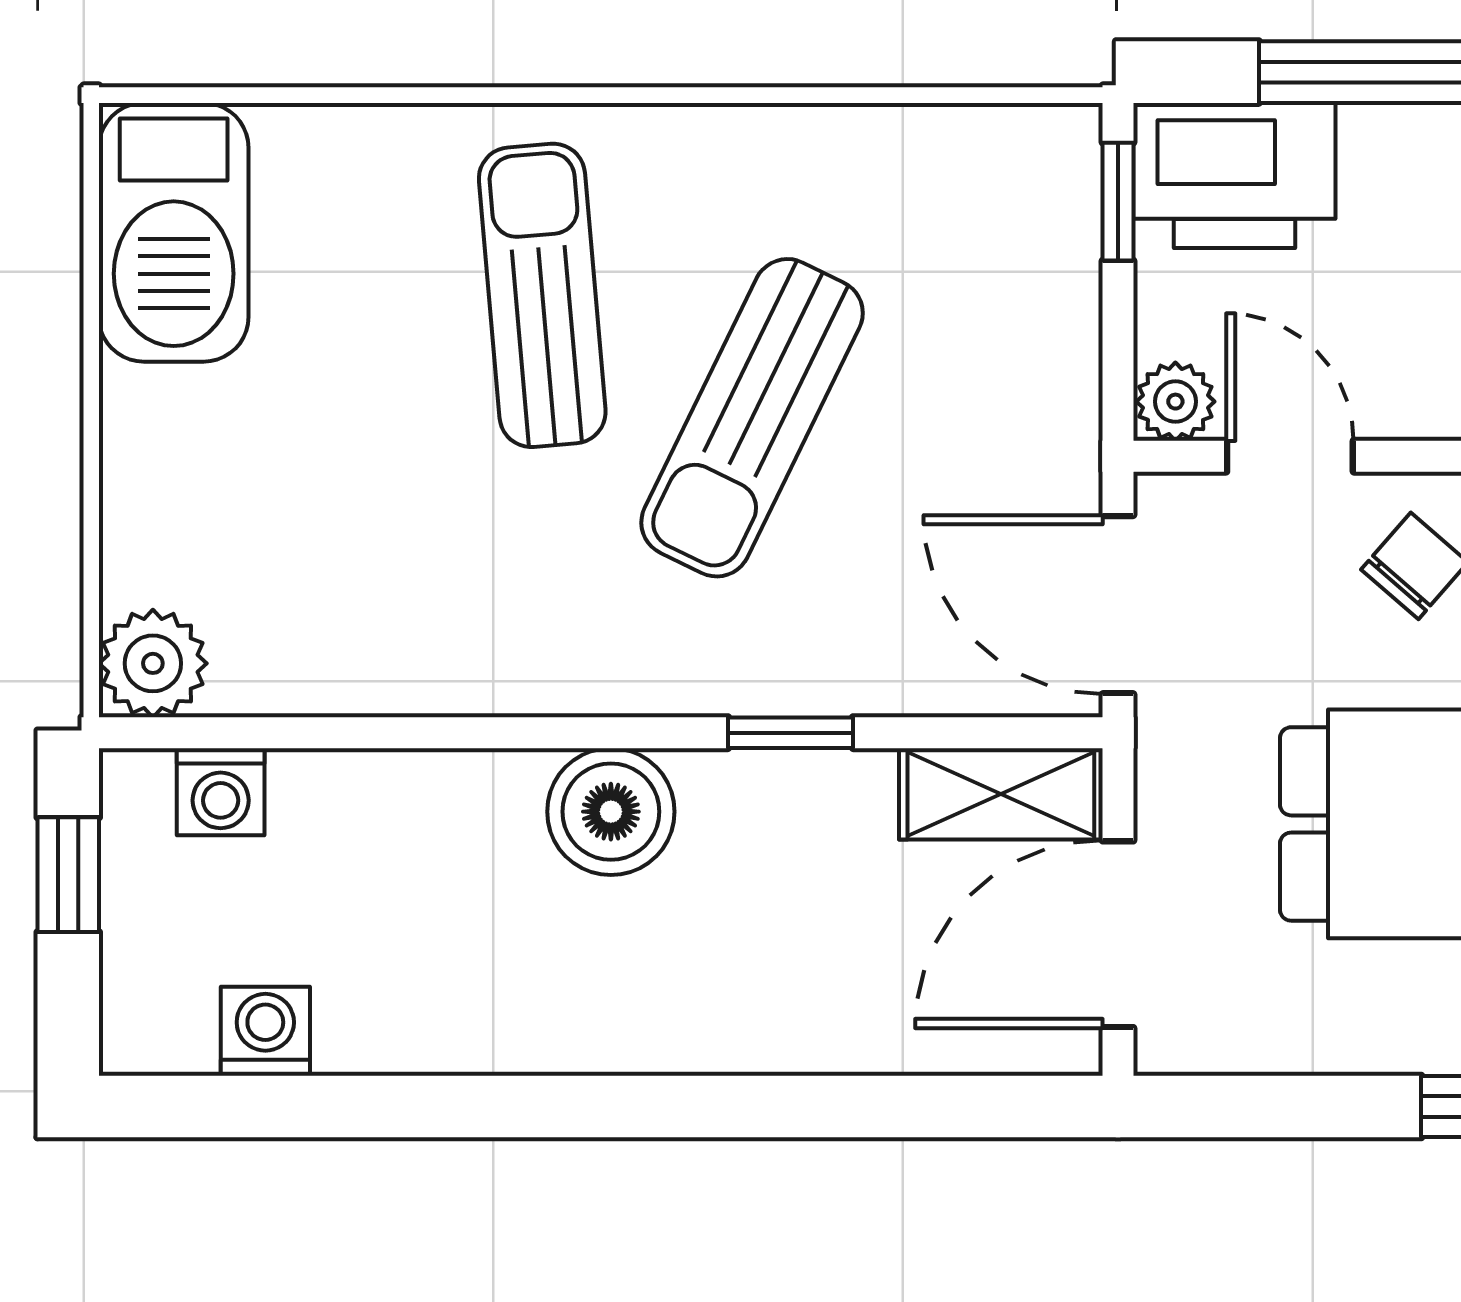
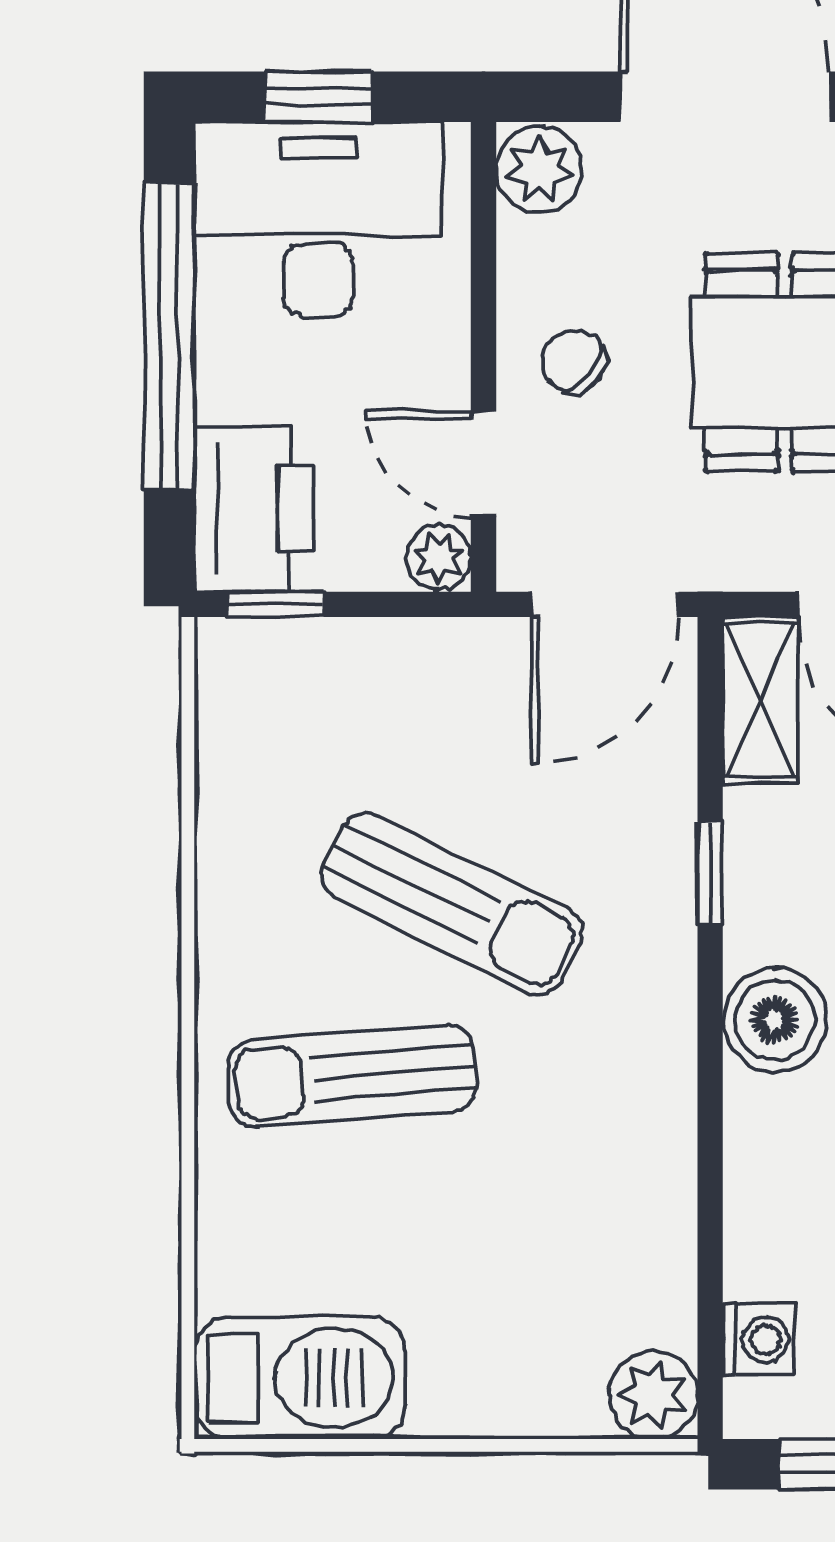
door: (1290, 456) -> (484, 464), hinge flipped

